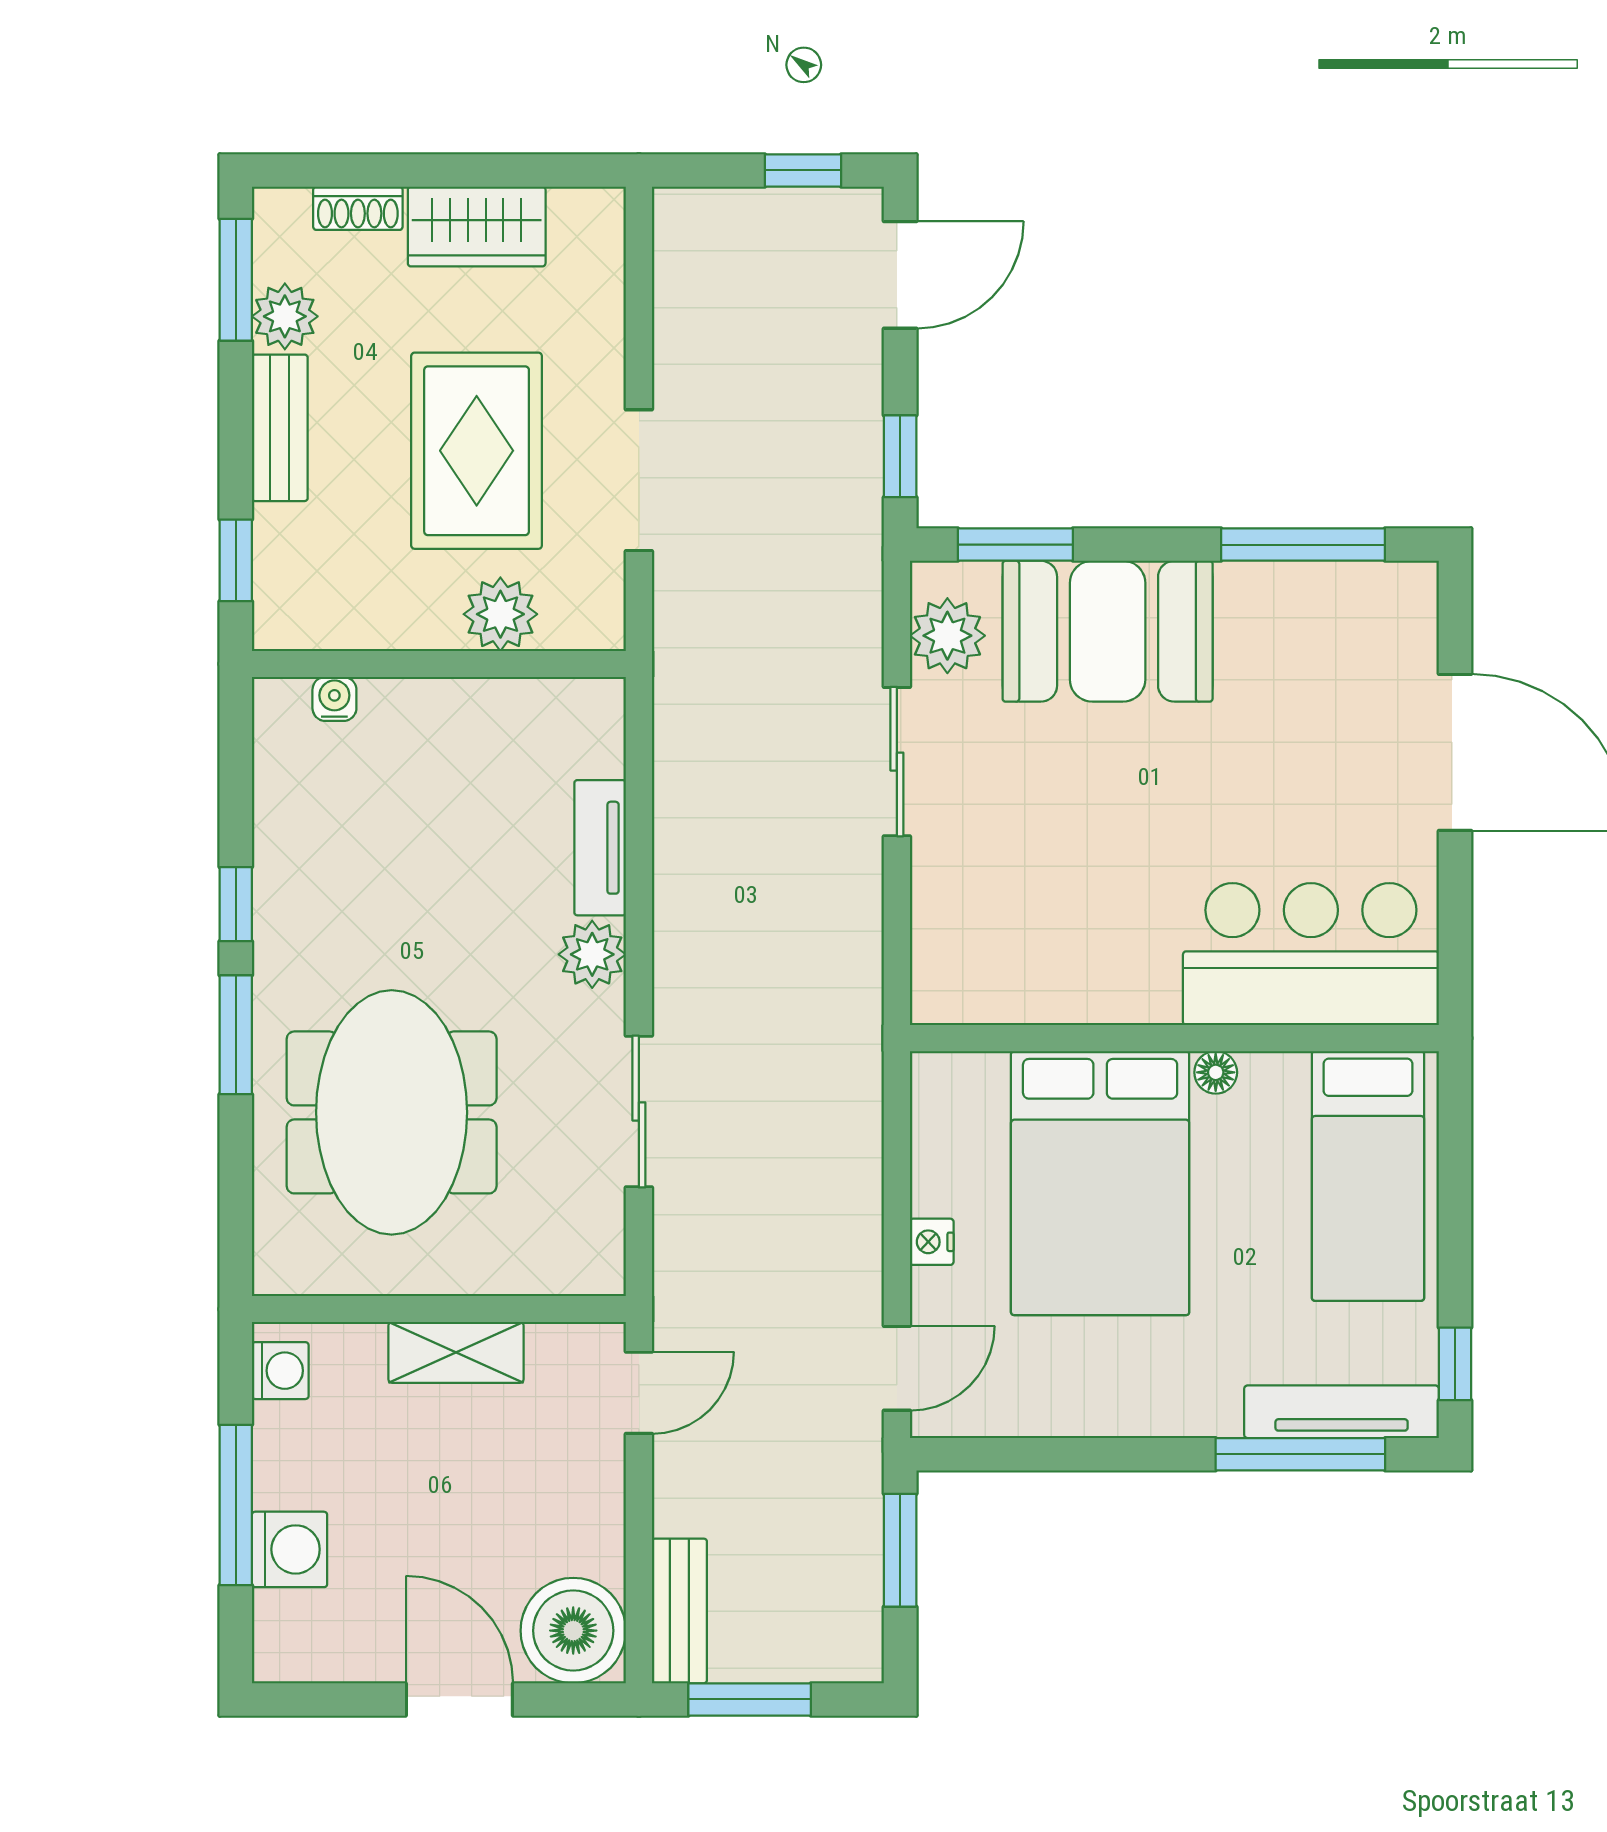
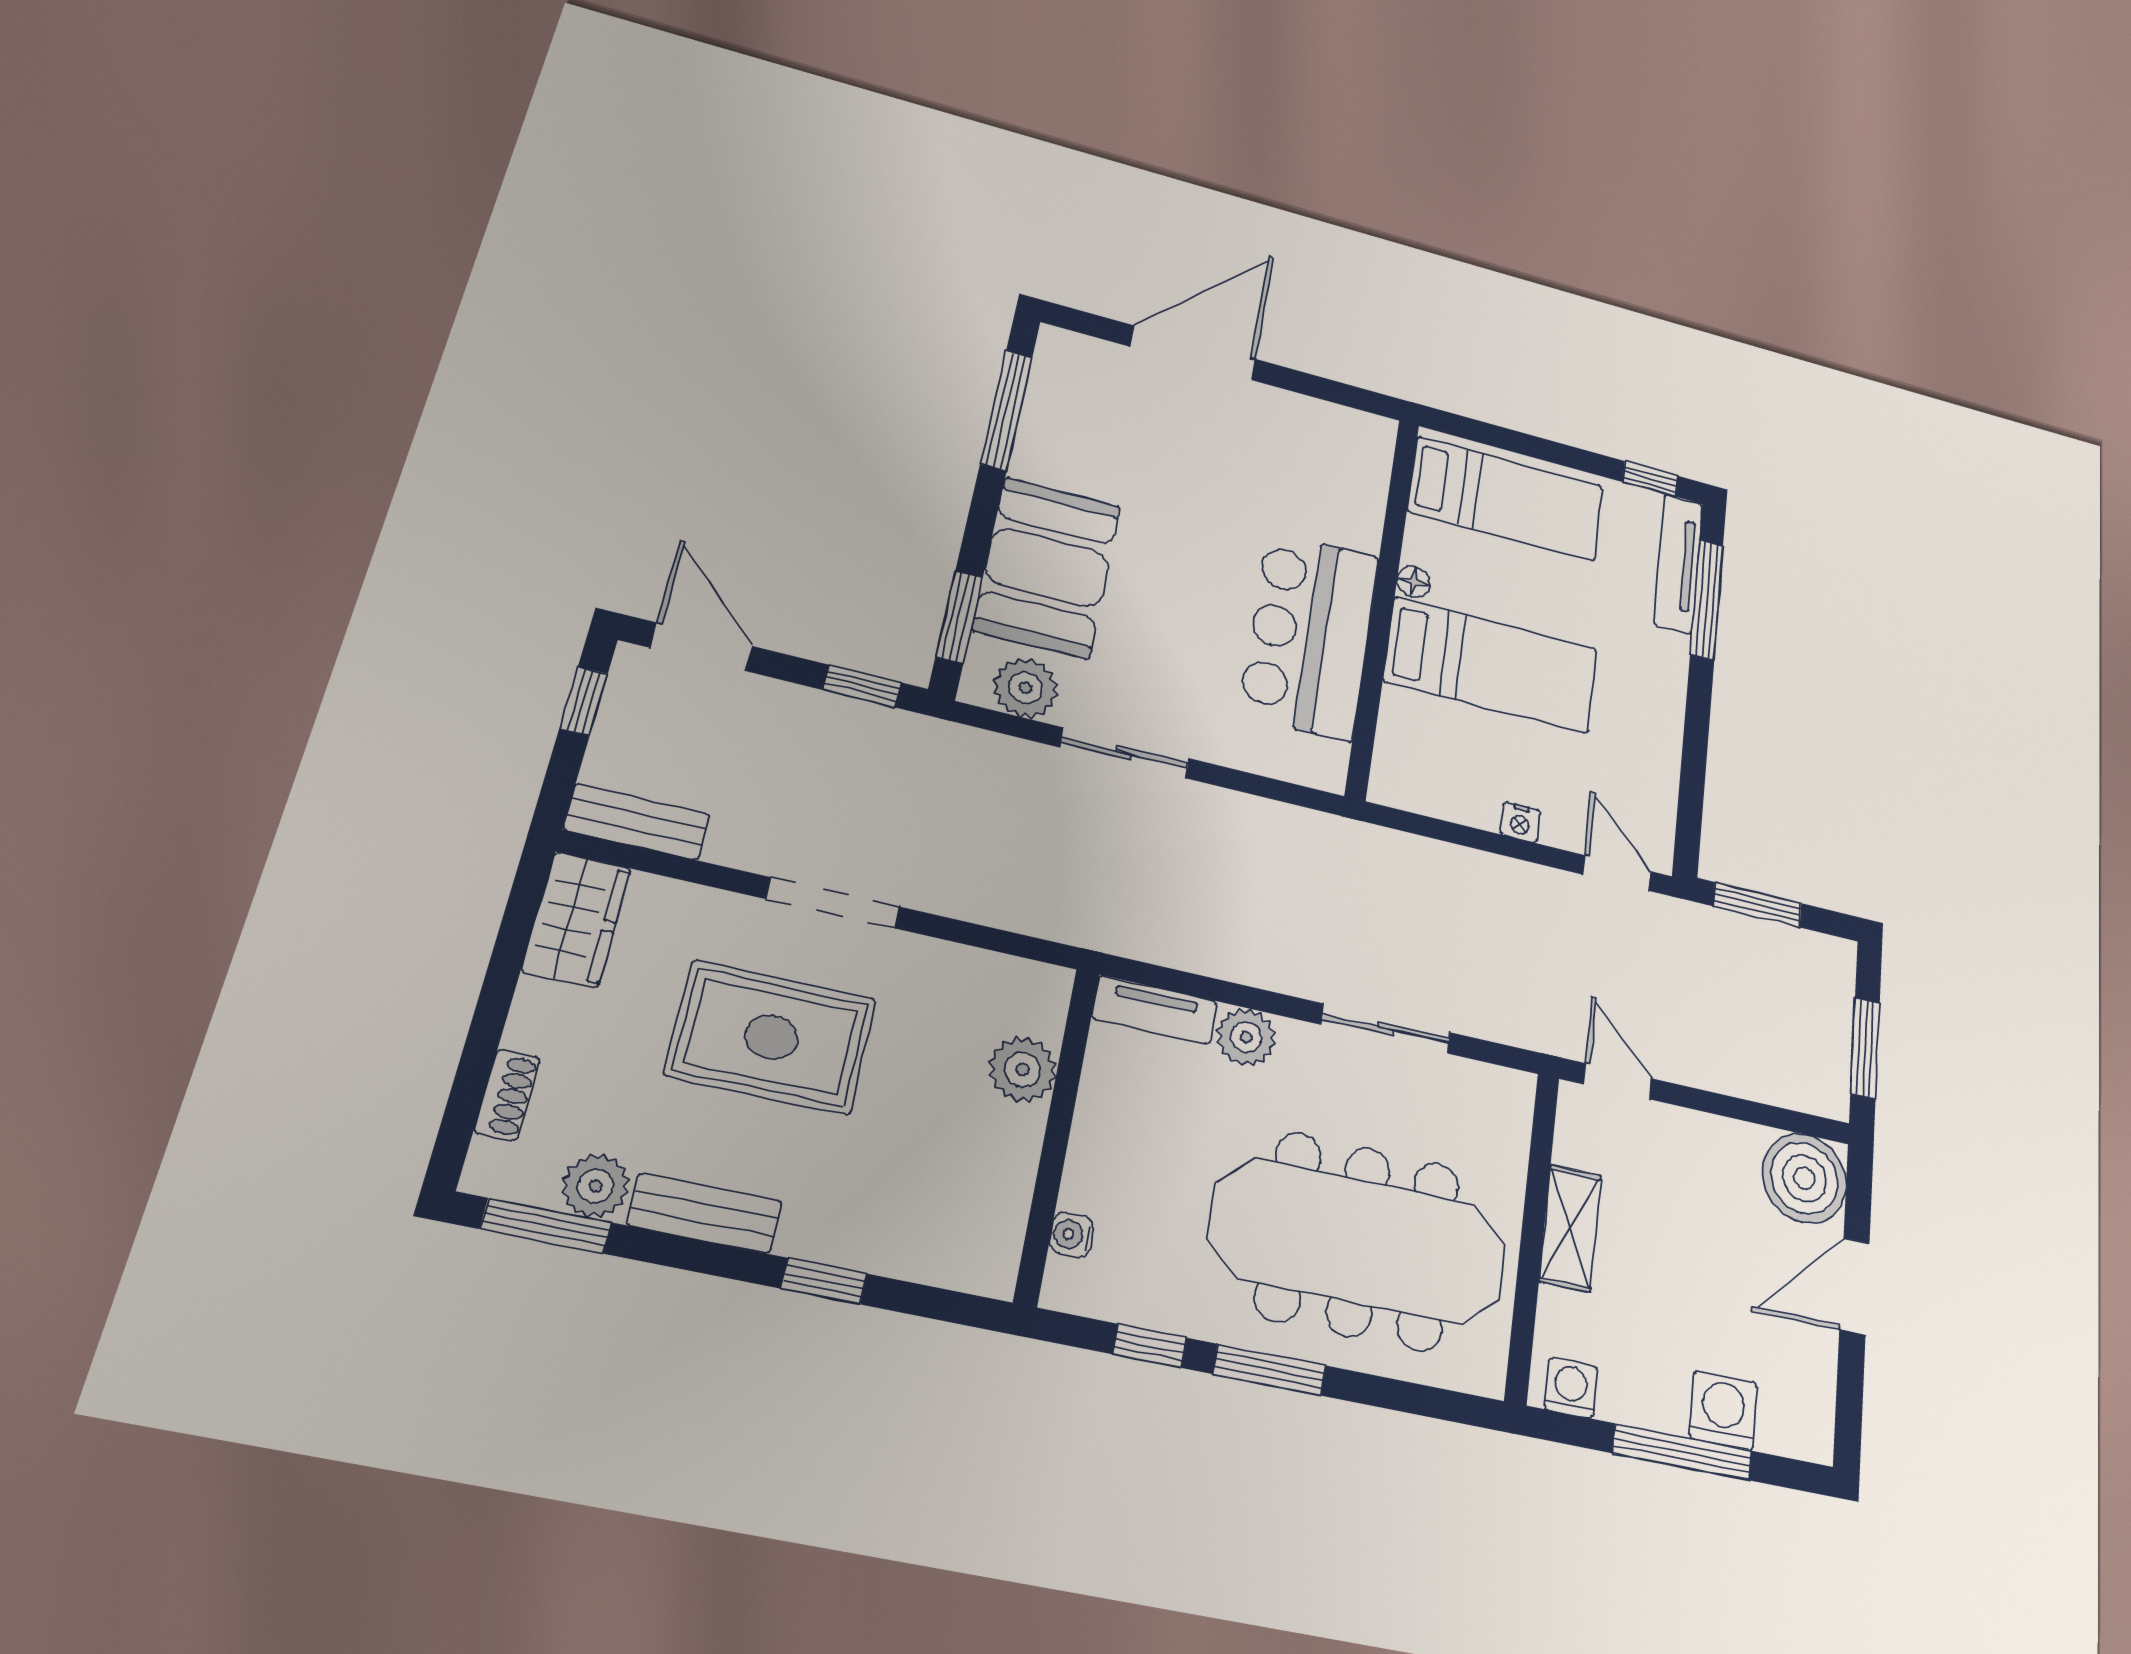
wardrobe: (477, 227) -> (576, 919), moved
plant: (500, 614) -> (1023, 1070), moved
wall: (439, 664) -> (1057, 1134), moved
water cooler: (334, 699) -> (1072, 1235), moved
bar counter: (1311, 954) -> (1310, 635), moved
meeting table: (392, 1112) -> (1358, 1241), width x1.36
bed: (1100, 1183) -> (1491, 665), width x0.67
bench: (679, 1611) -> (637, 822), moved

